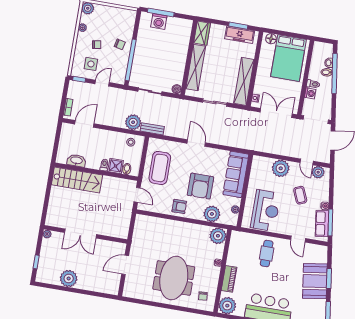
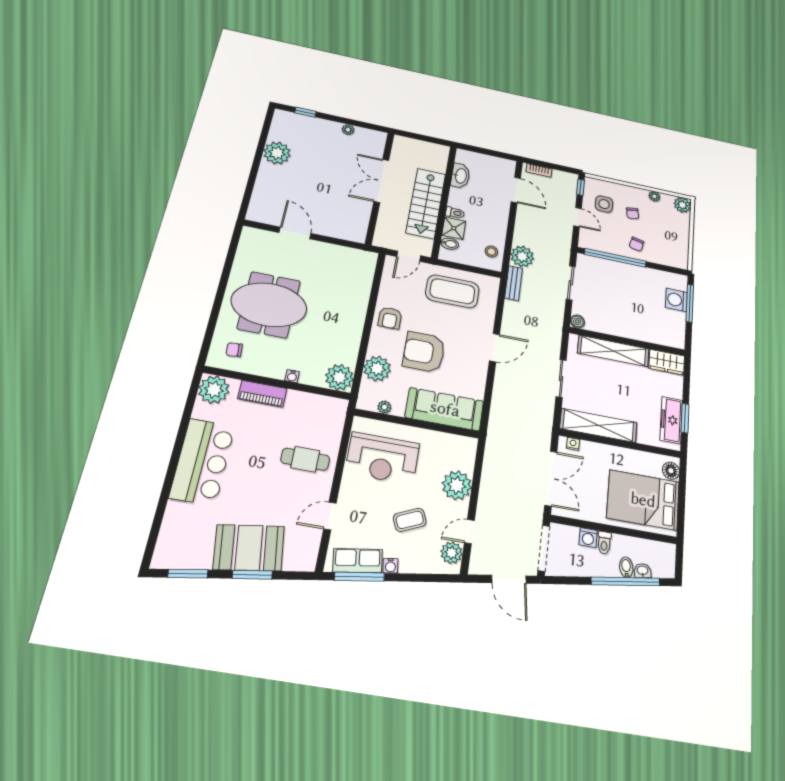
stairs: (77, 180) -> (426, 203), moved
double door: (80, 233) -> (381, 181), moved
wall: (86, 234) -> (380, 188), moved

